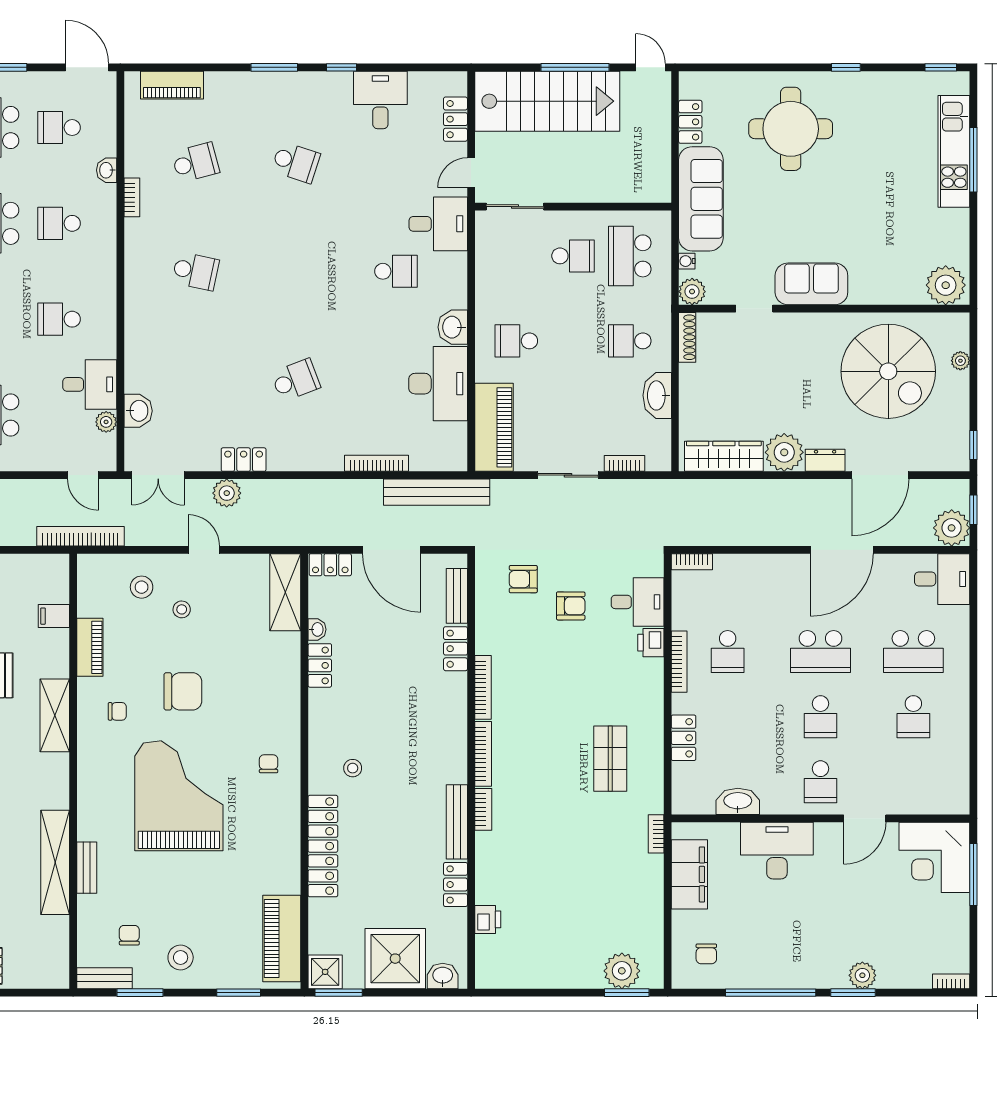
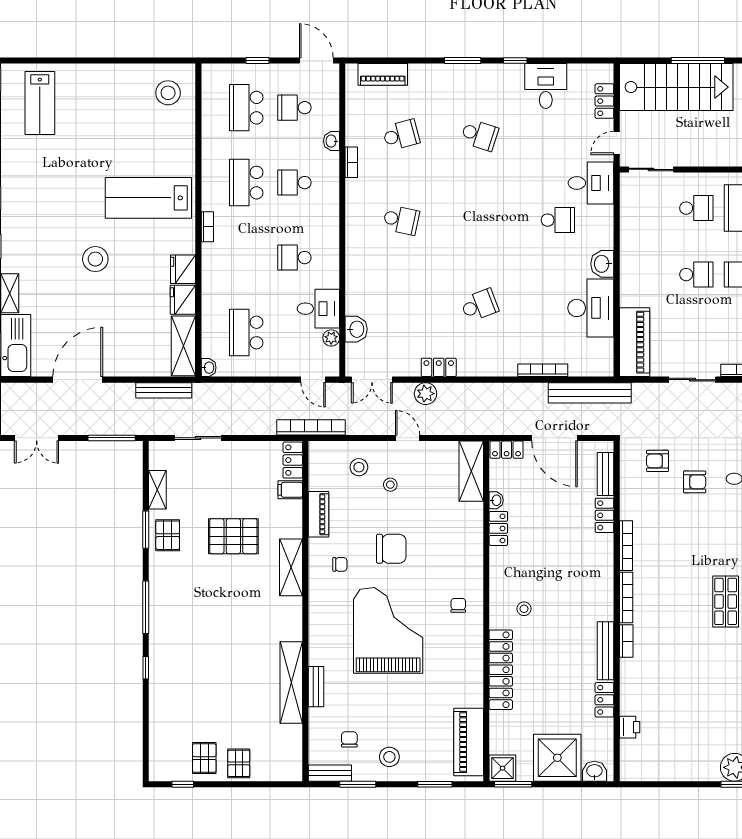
school desk: (516, 341) -> (696, 275), moved, turned 180
locker: (57, 578) -> (293, 460), added

